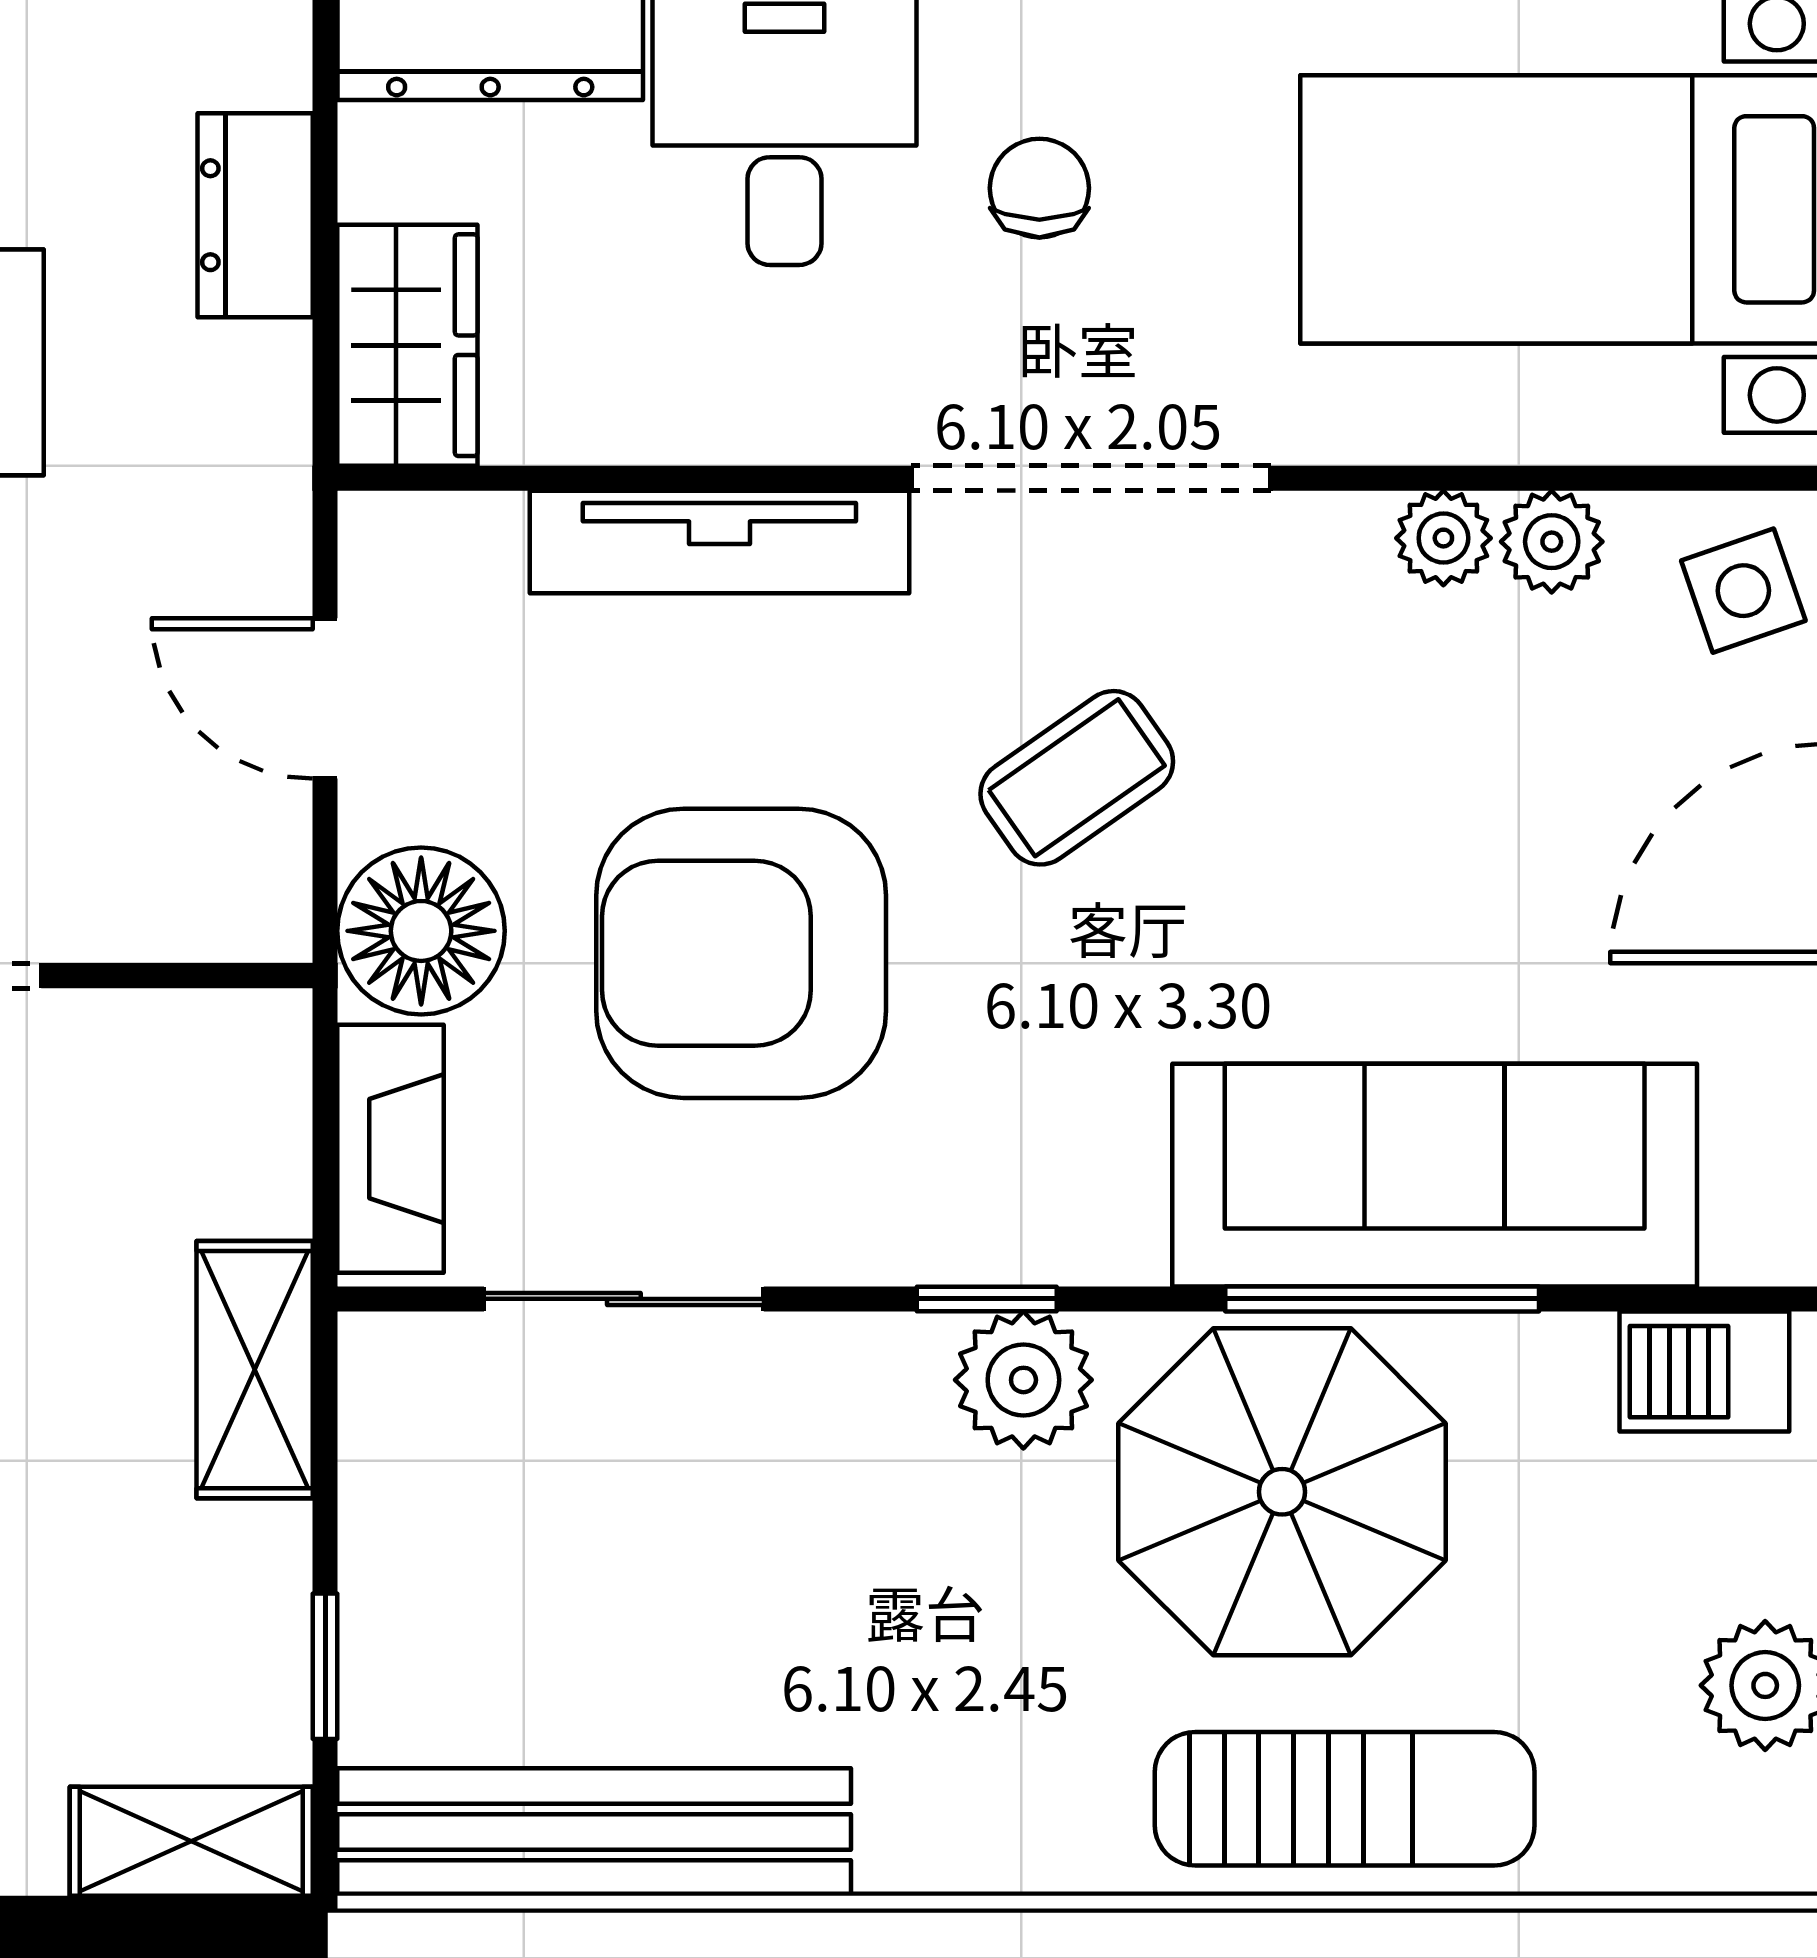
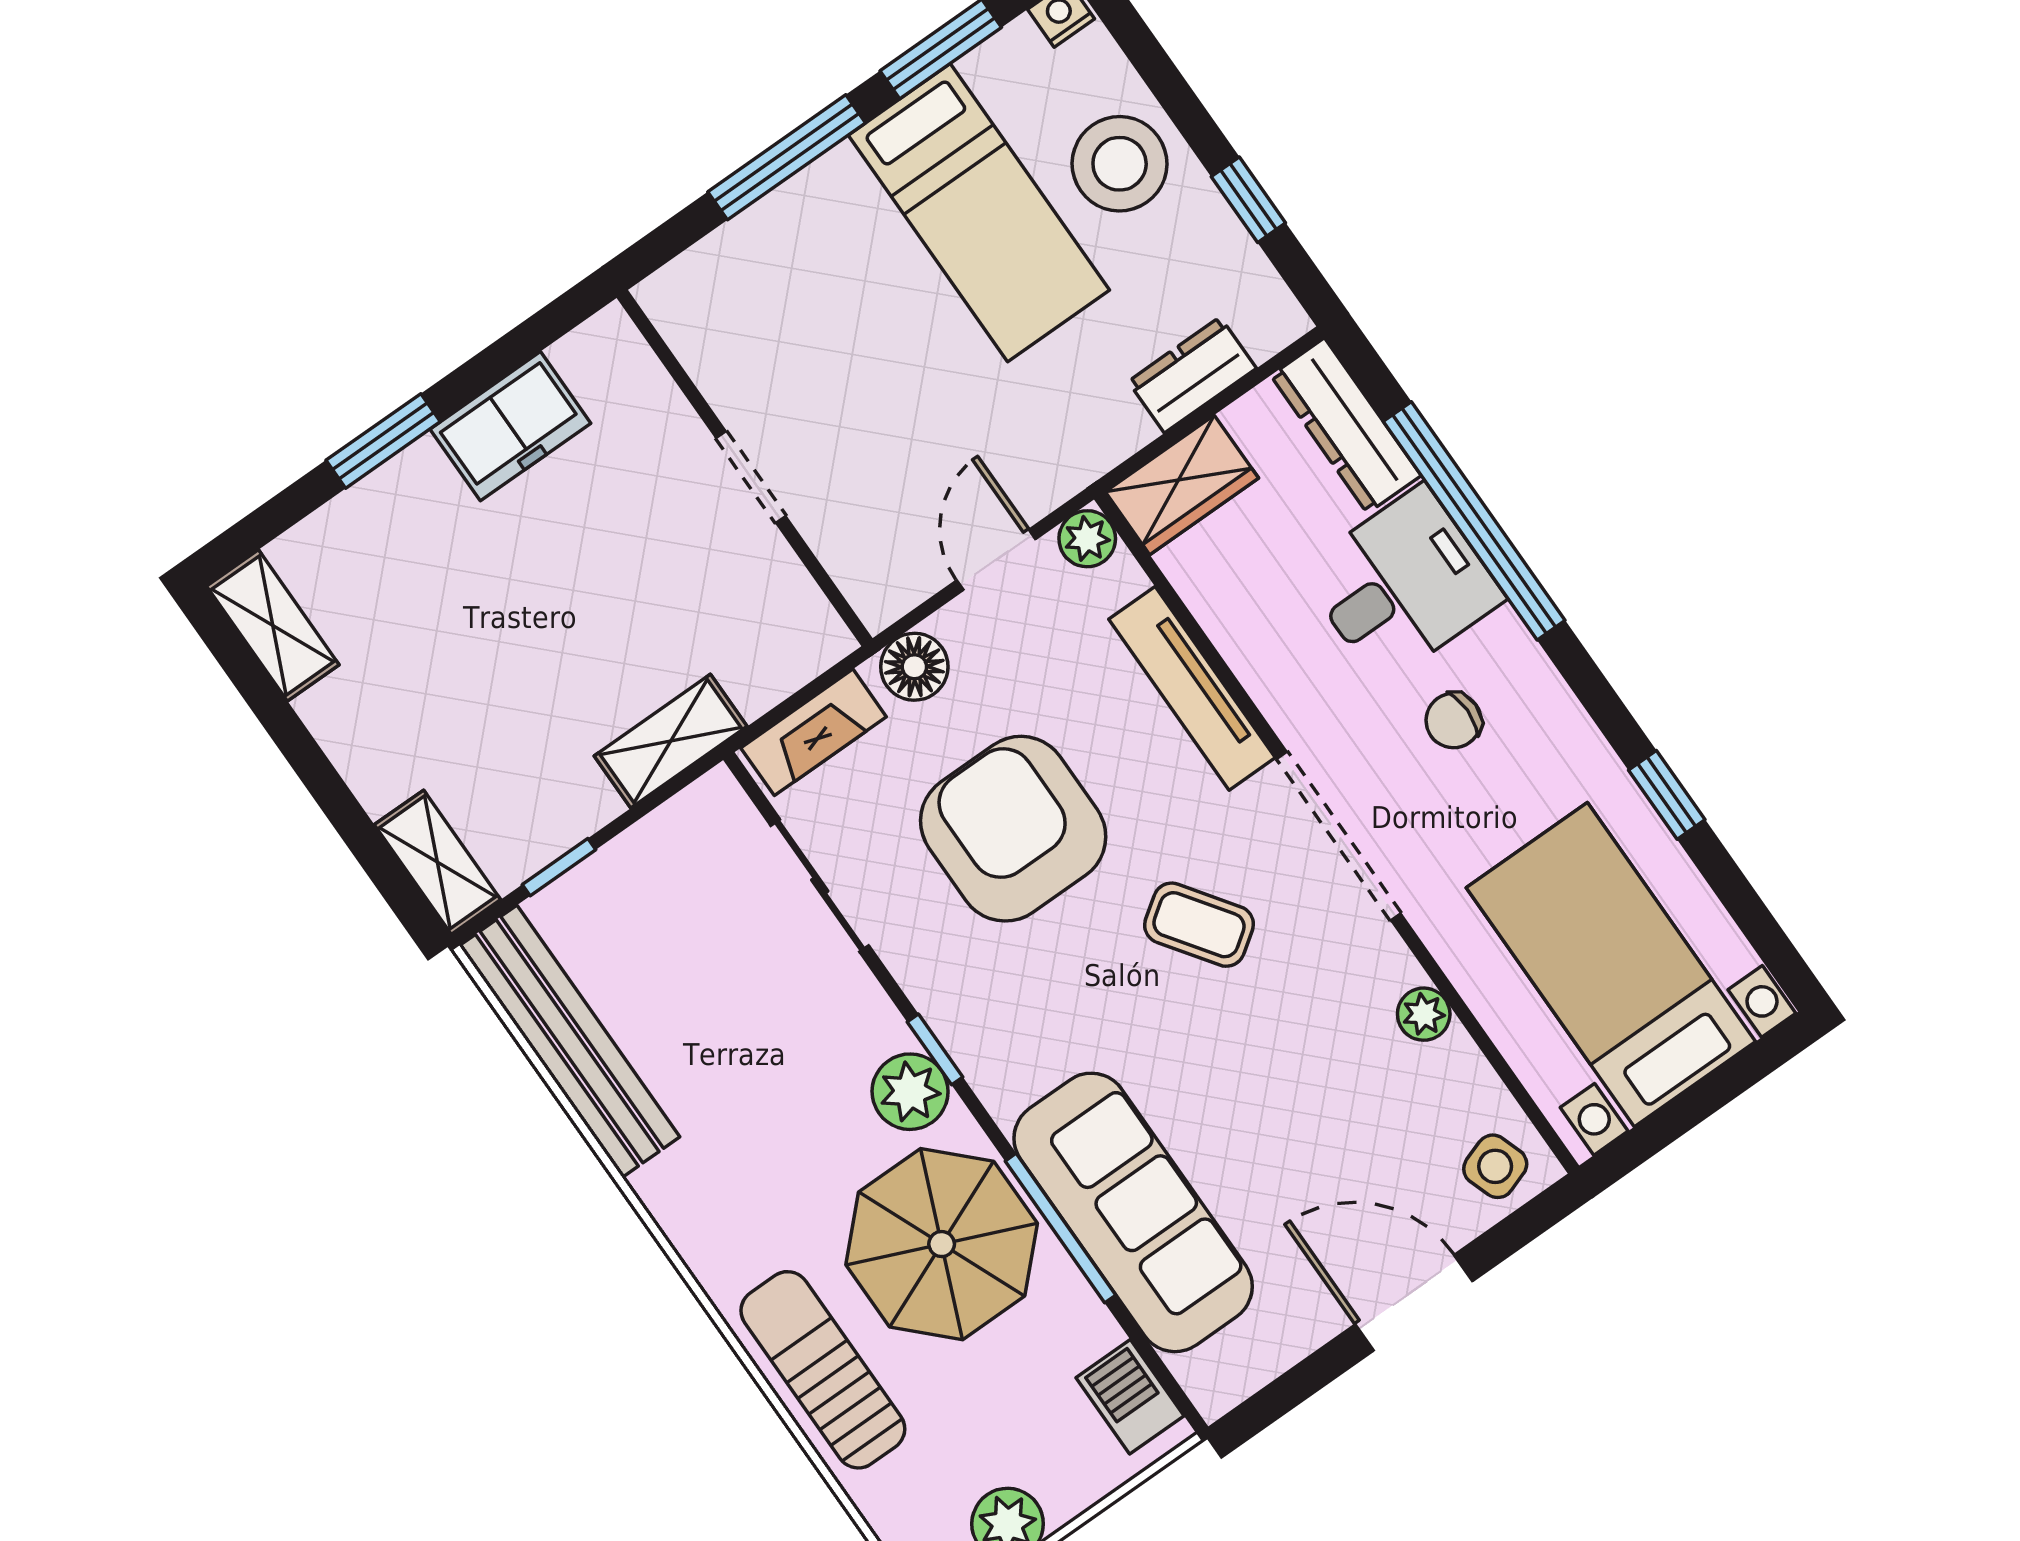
chair: (1039, 188) -> (1454, 721), turned 180
plant: (1552, 542) -> (1087, 539), moved
floor lamp: (421, 931) -> (914, 667), width x0.73, depth x0.73
sun lounger: (1345, 1799) -> (823, 1370), turned 180

